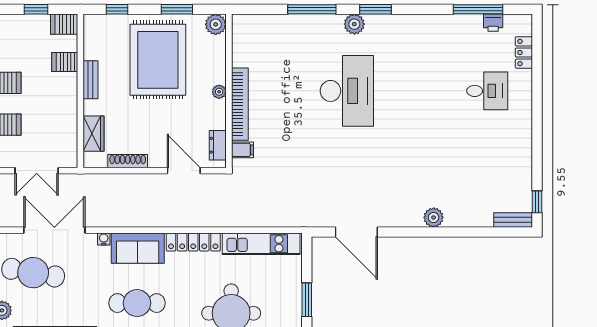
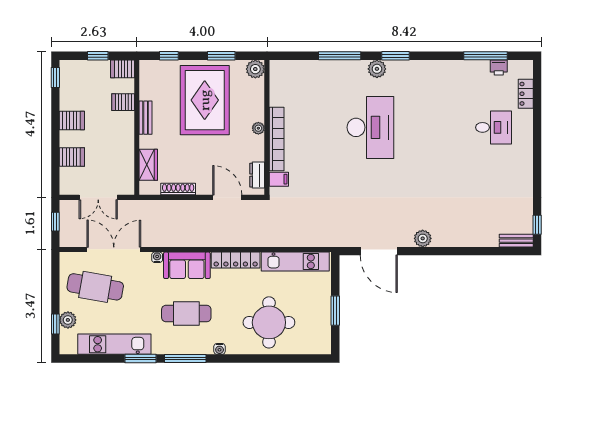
plant: (434, 217) -> (423, 238), moved

